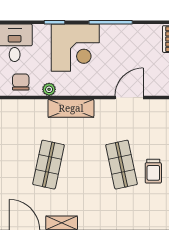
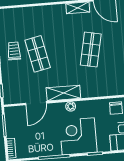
plant: (49, 89) -> (71, 106), moved
shelving: (71, 108) -> (63, 93), moved

